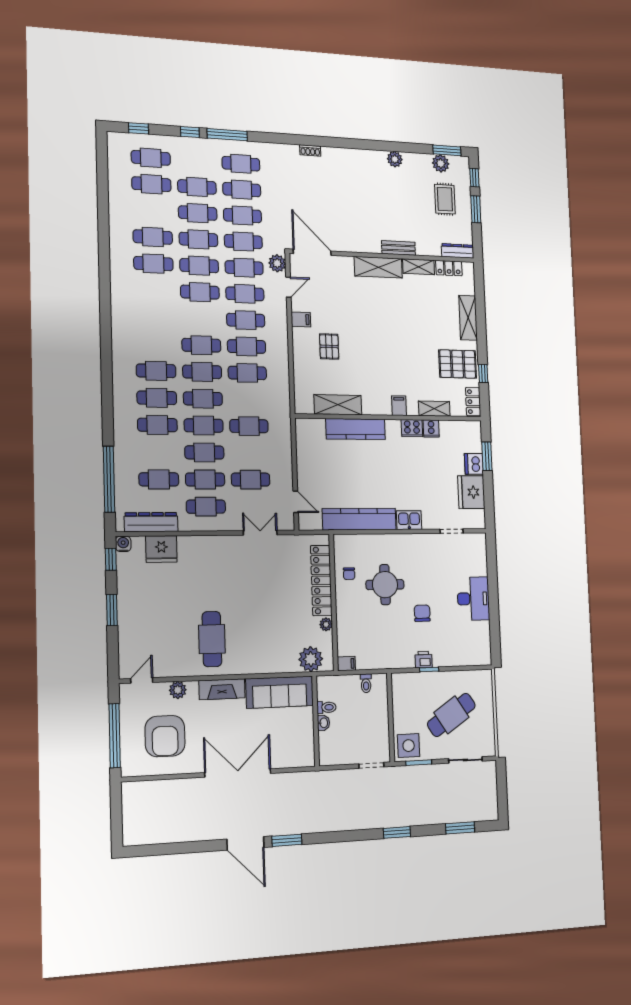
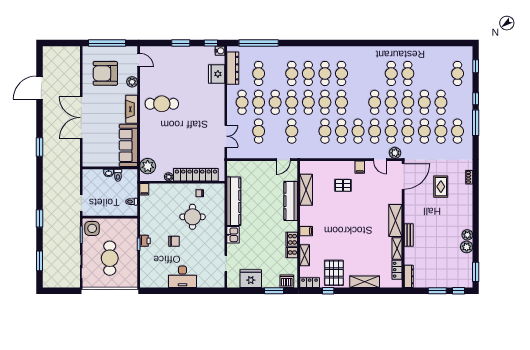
plant: (441, 163) -> (467, 247), moved
cafe table: (151, 184) -> (342, 73), moved
rug: (445, 199) -> (441, 187), moved, turned 90
dishwasher: (474, 464) -> (287, 281), moved
door: (296, 502) -> (283, 160), moved
cafe table: (451, 715) -> (110, 258), turned 33
double door: (238, 773) -> (81, 118), swing flipped
door: (245, 843) -> (39, 88), moved

